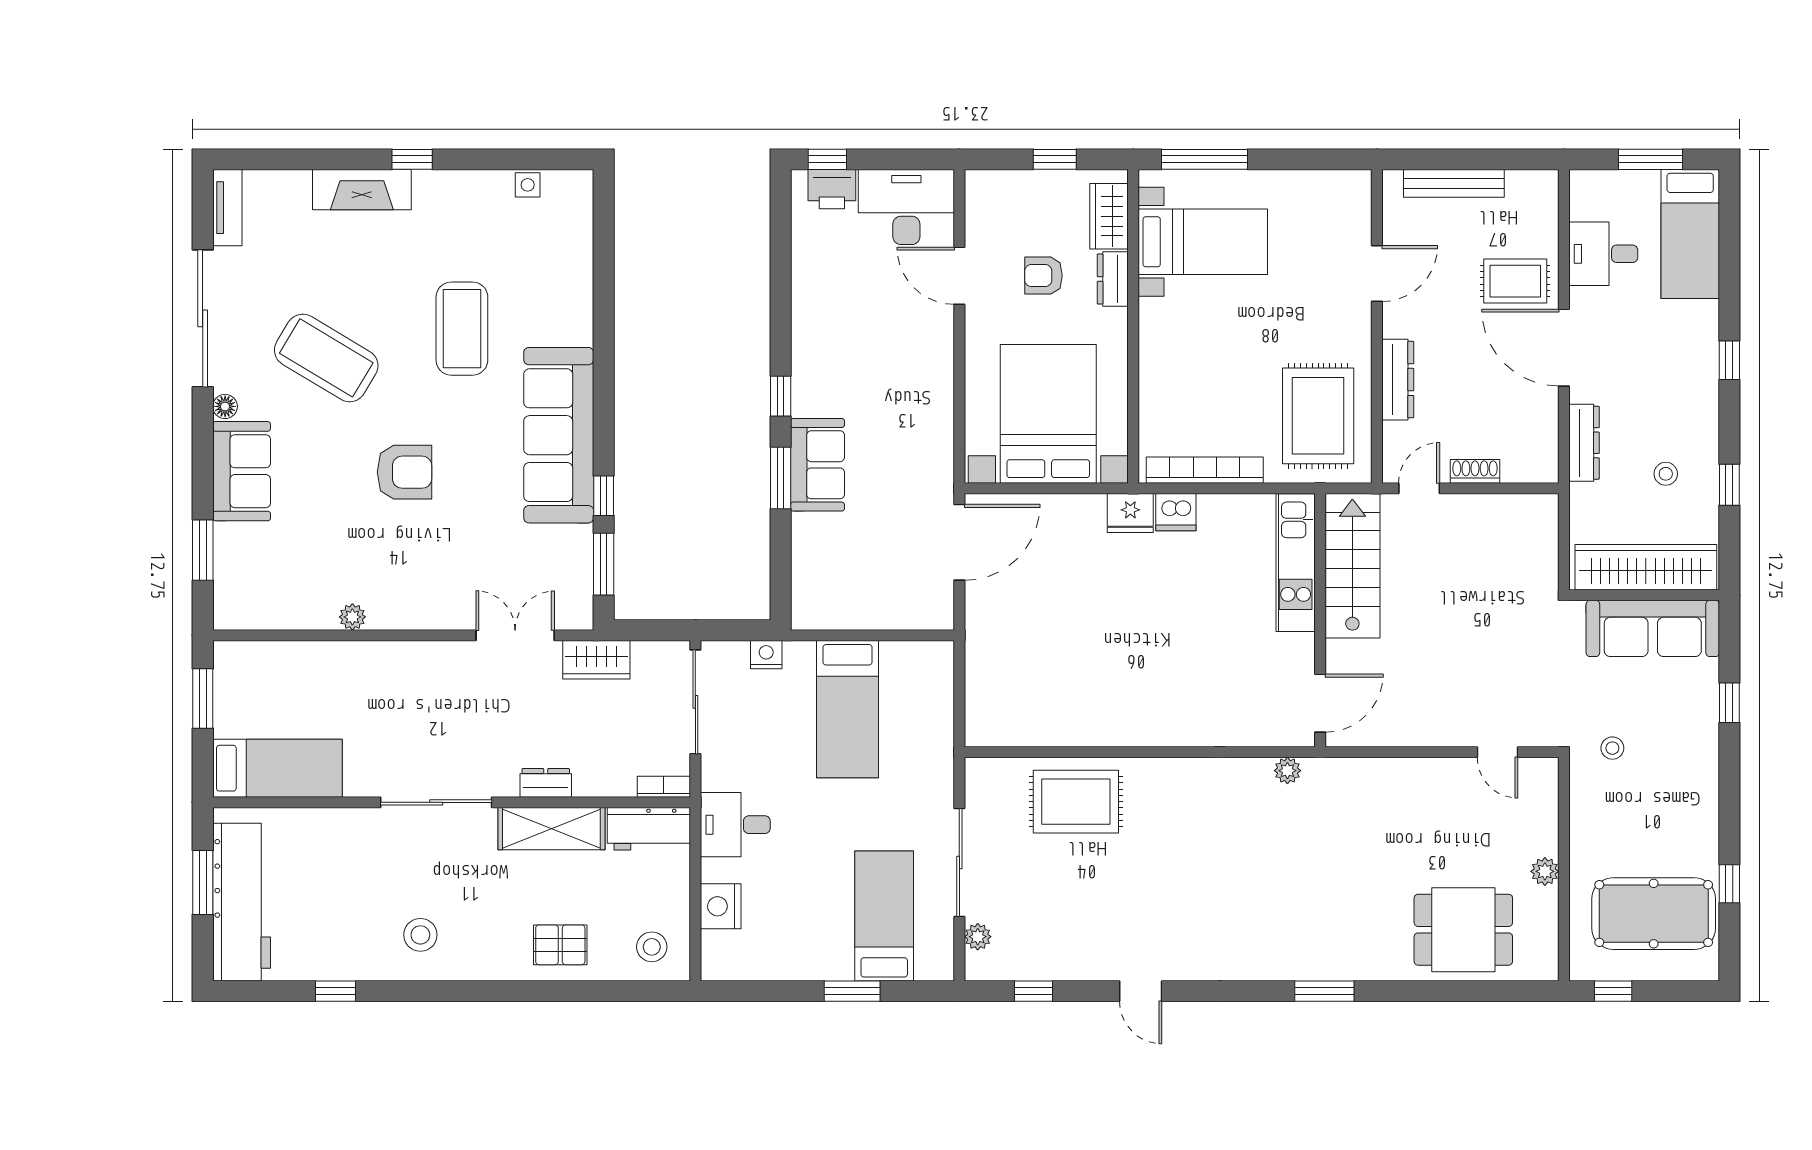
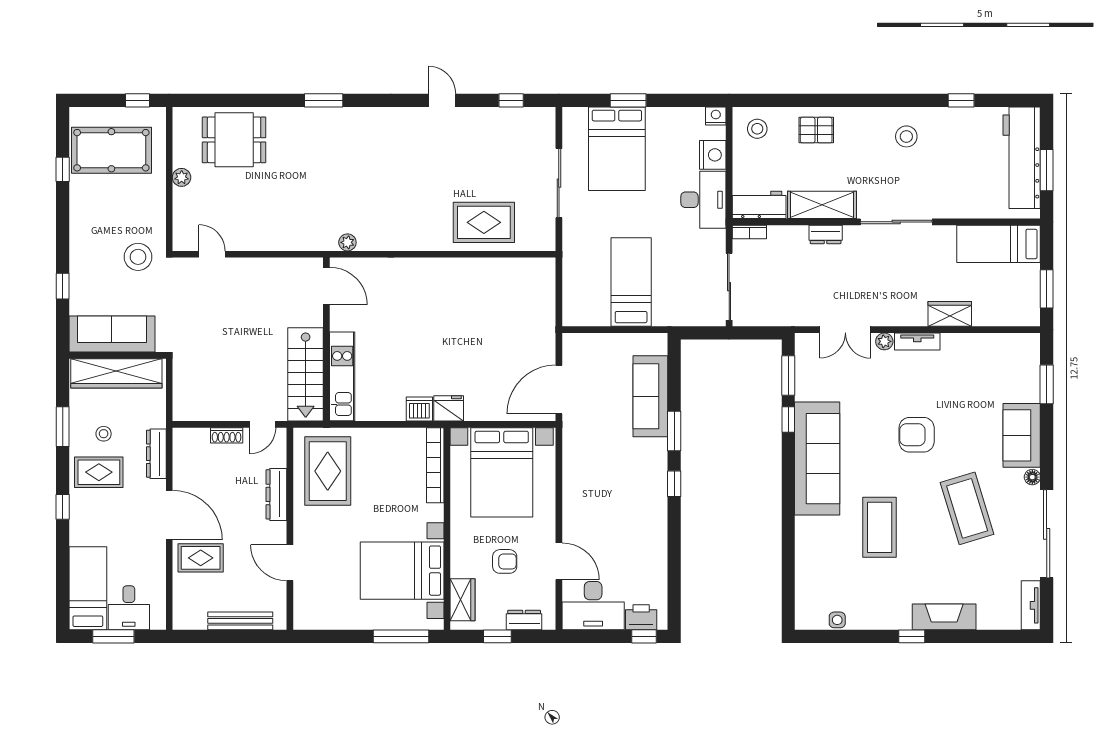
bed with nightstands: (1203, 242) -> (402, 571), width x1.36
desk: (1603, 254) -> (129, 608), moved, turned 90
door: (1377, 274) -> (290, 563), hinge flipped
dresser: (1113, 279) -> (524, 620), moved, turned -90
coffee table: (326, 358) -> (967, 508), turned 42
rug: (1673, 414) -> (99, 472), added
sofa: (817, 465) -> (650, 396), moved, width x1.36
bookcase: (1205, 470) -> (435, 465), moved, turned 90
window: (1729, 485) -> (63, 427), width x1.50
plant: (352, 617) -> (884, 341), moved
tv unit: (403, 617) -> (917, 341), added
nightstand: (766, 655) -> (716, 116), moved, turned 180
wardrobe: (596, 660) -> (950, 314), moved
door: (1320, 703) -> (326, 286), swing flipped
stool: (1612, 748) -> (138, 257), width x1.89, depth x1.89
desk: (735, 825) -> (703, 200), width x1.37
bed: (884, 916) -> (617, 149), width x1.50
plant: (978, 937) -> (547, 135), removed

